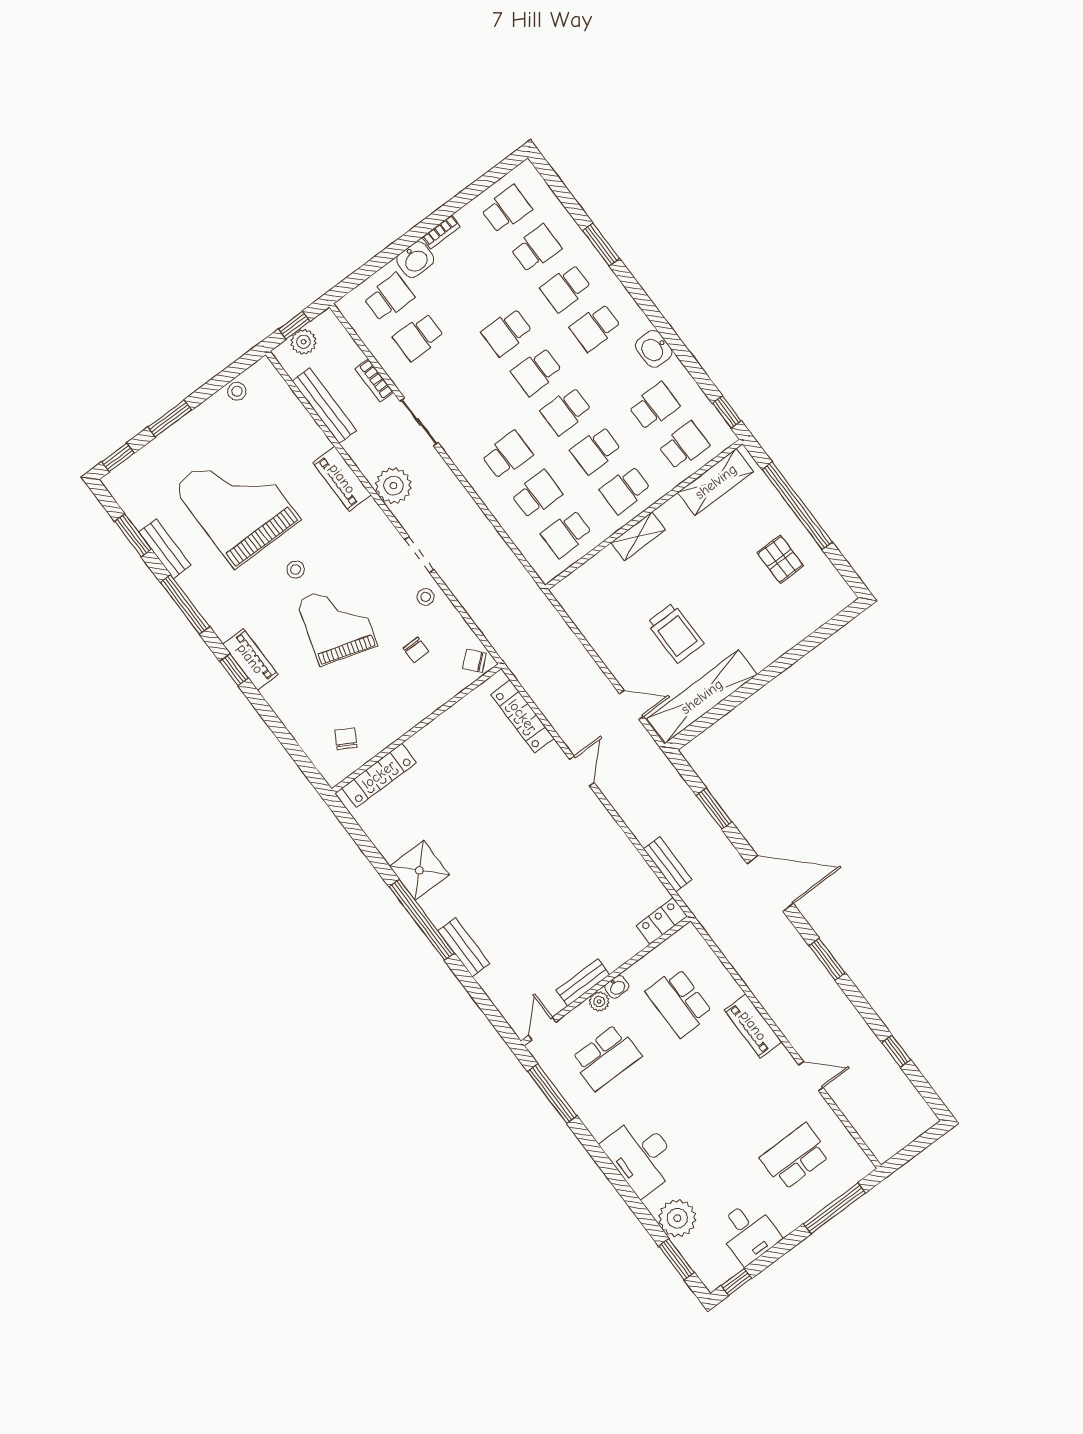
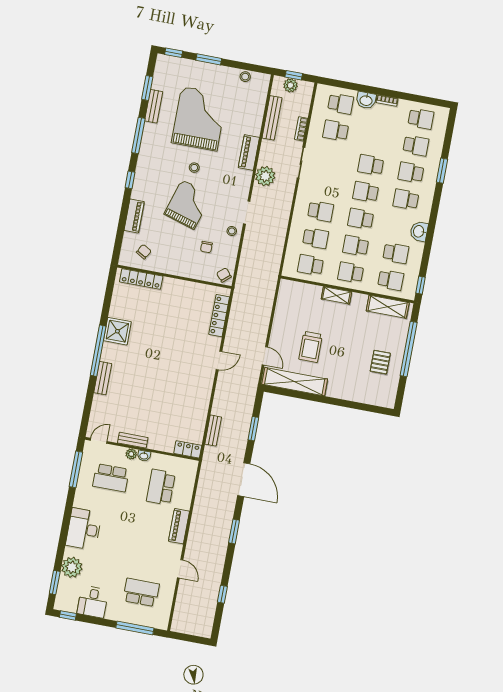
piano: (250, 659) -> (134, 216), moved

